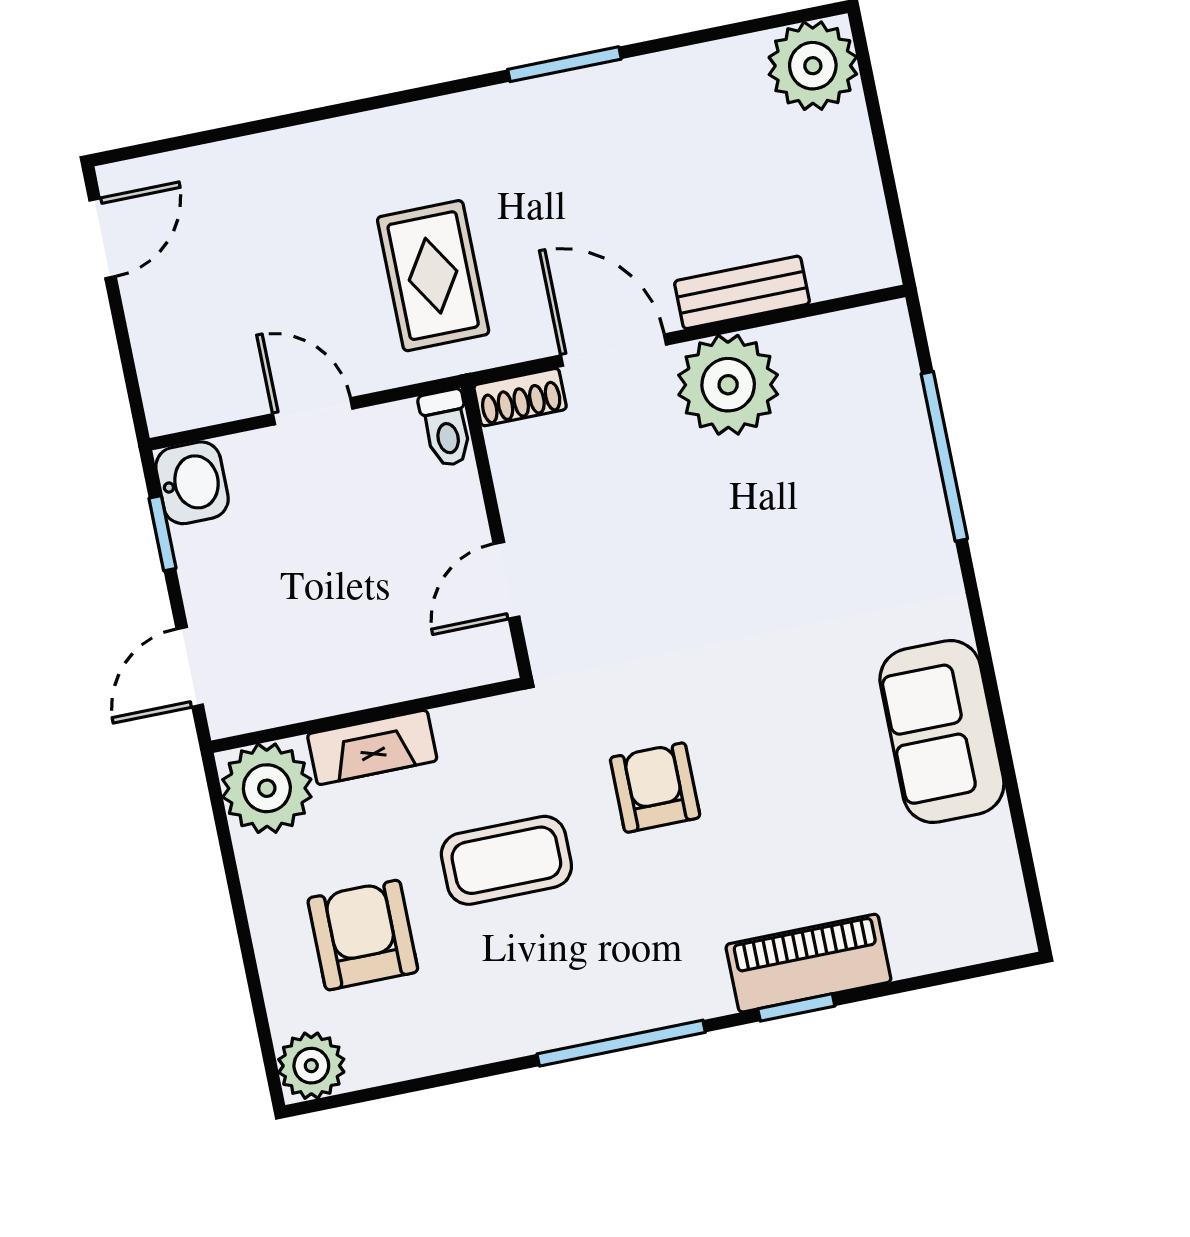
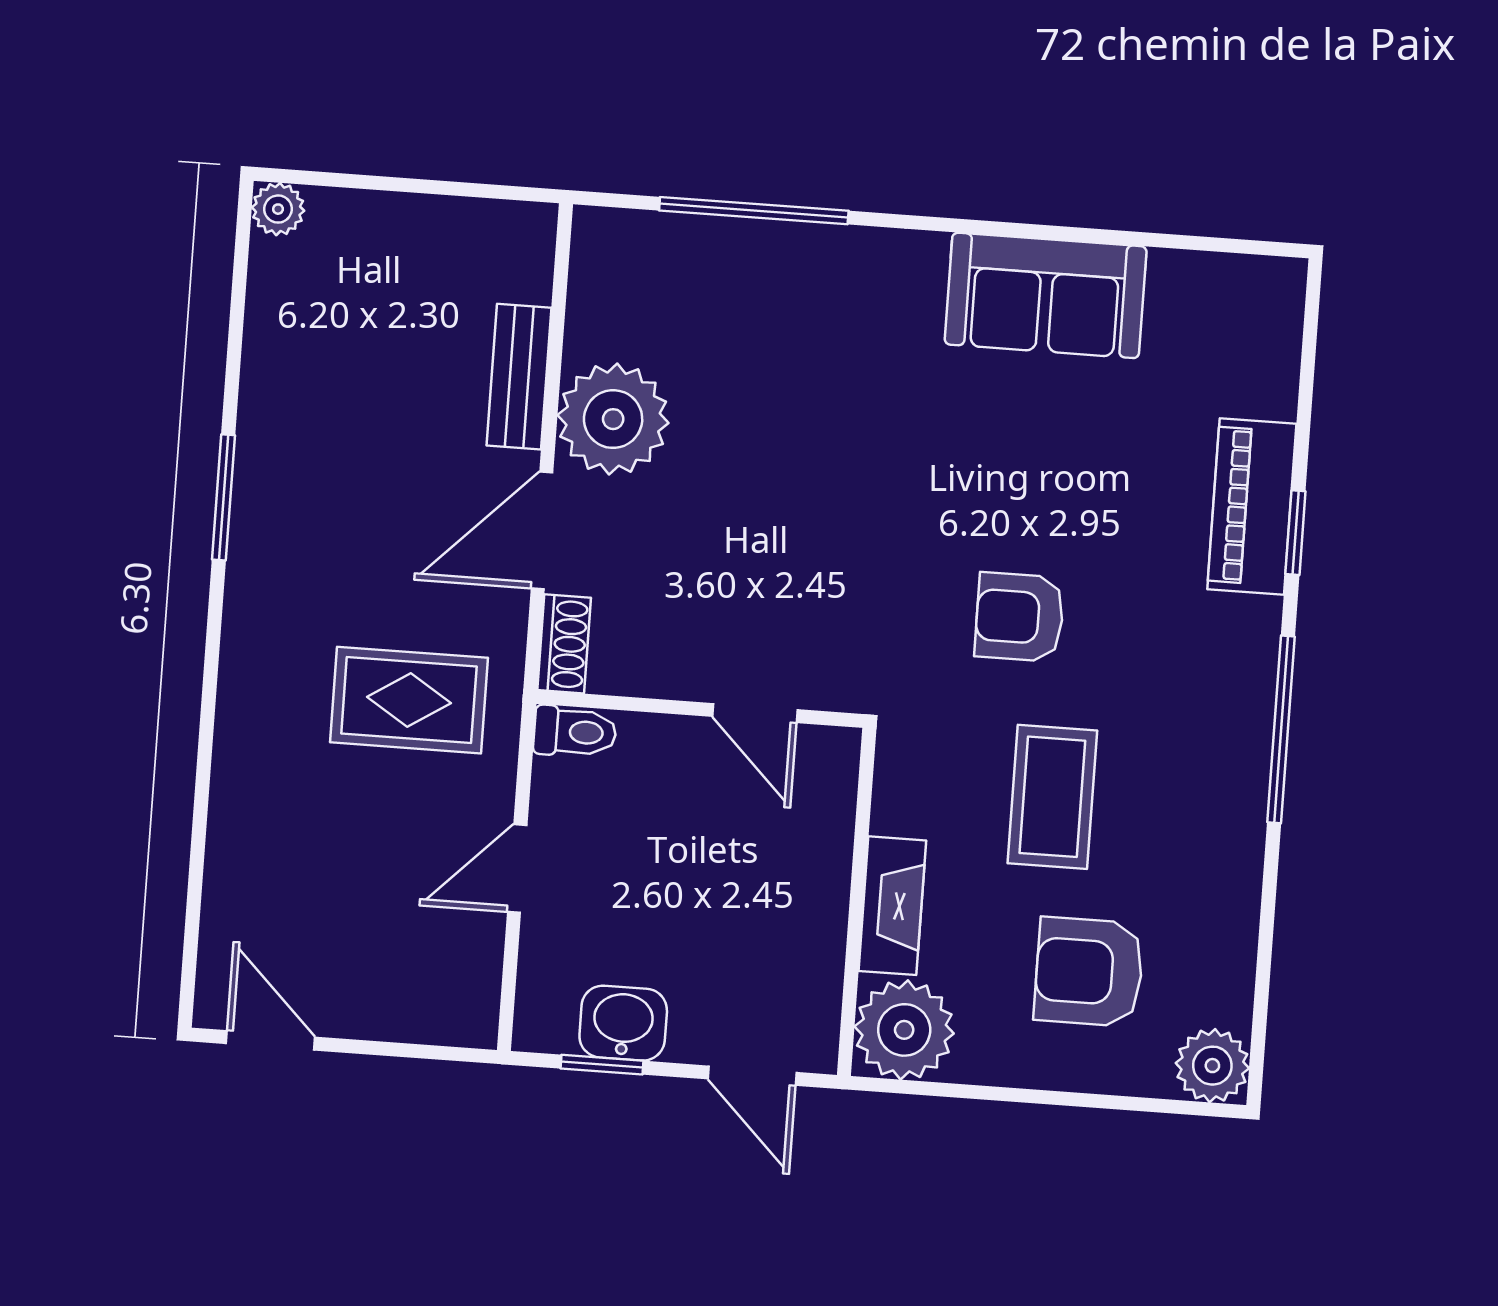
plant: (813, 66) -> (278, 209), width x0.53, depth x0.53
washbasin: (192, 483) -> (623, 1023), moved

